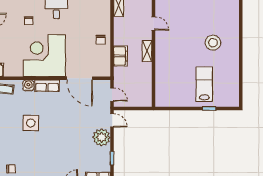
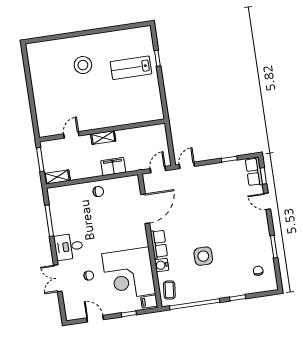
corner desk: (44, 56) -> (129, 274), moved
plant: (102, 137) -> (208, 174), removed

